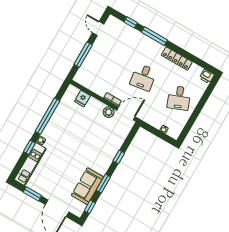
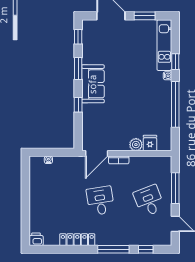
desk: (179, 98) -> (149, 201), moved
plant: (109, 112) -> (136, 145), moved
sofa: (87, 186) -> (93, 84), moved

